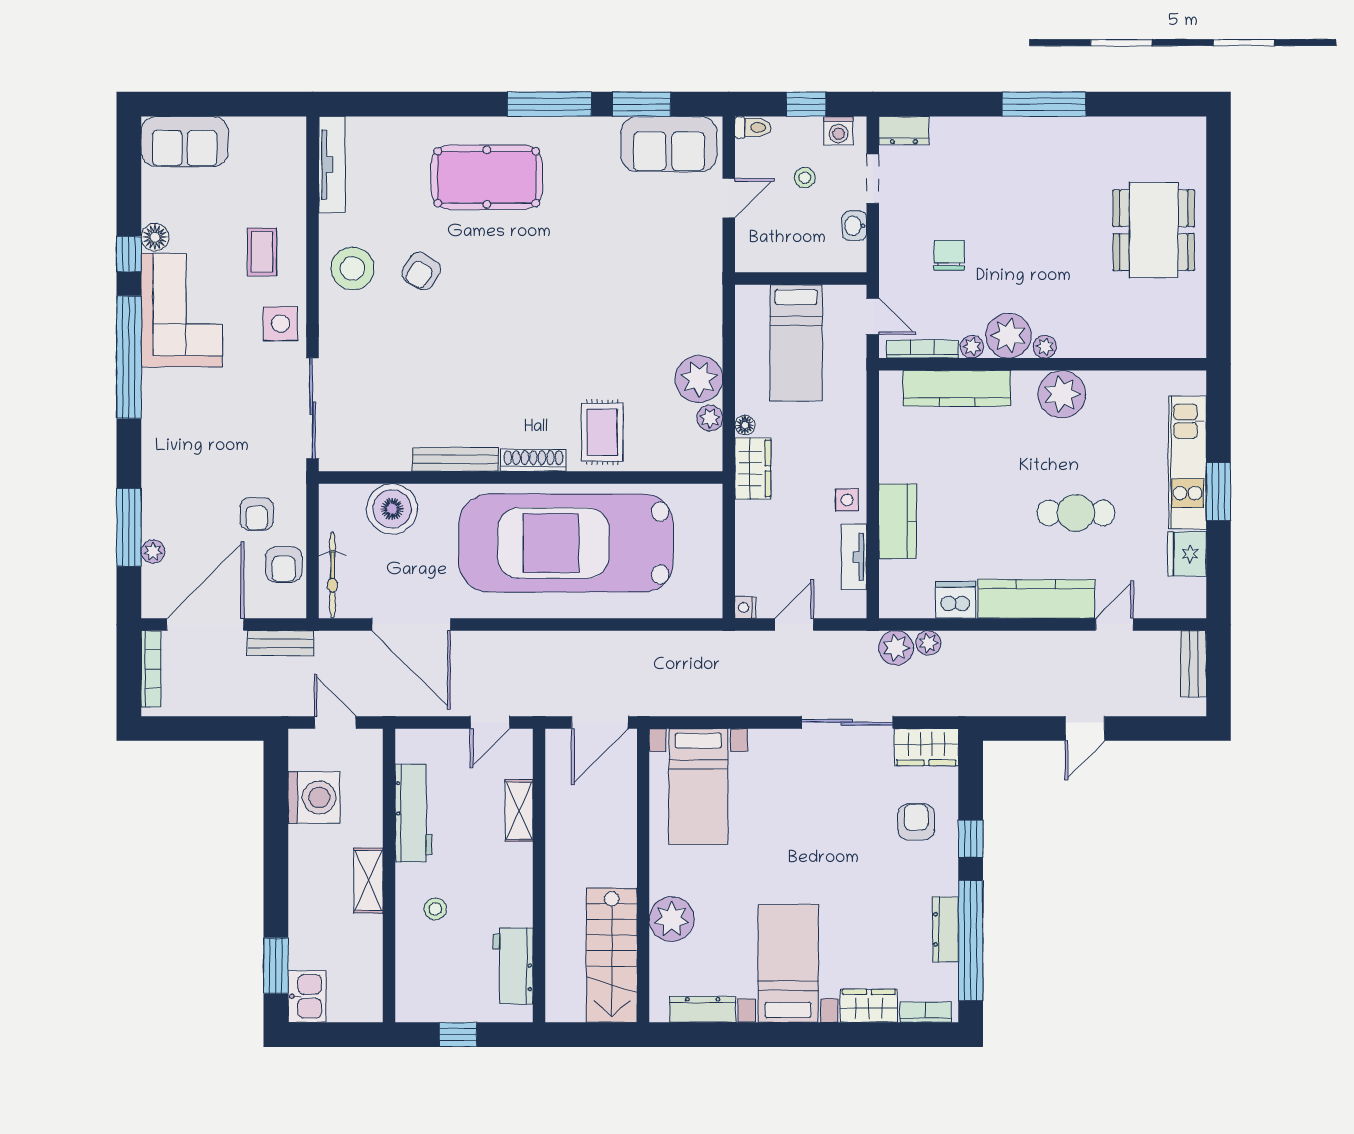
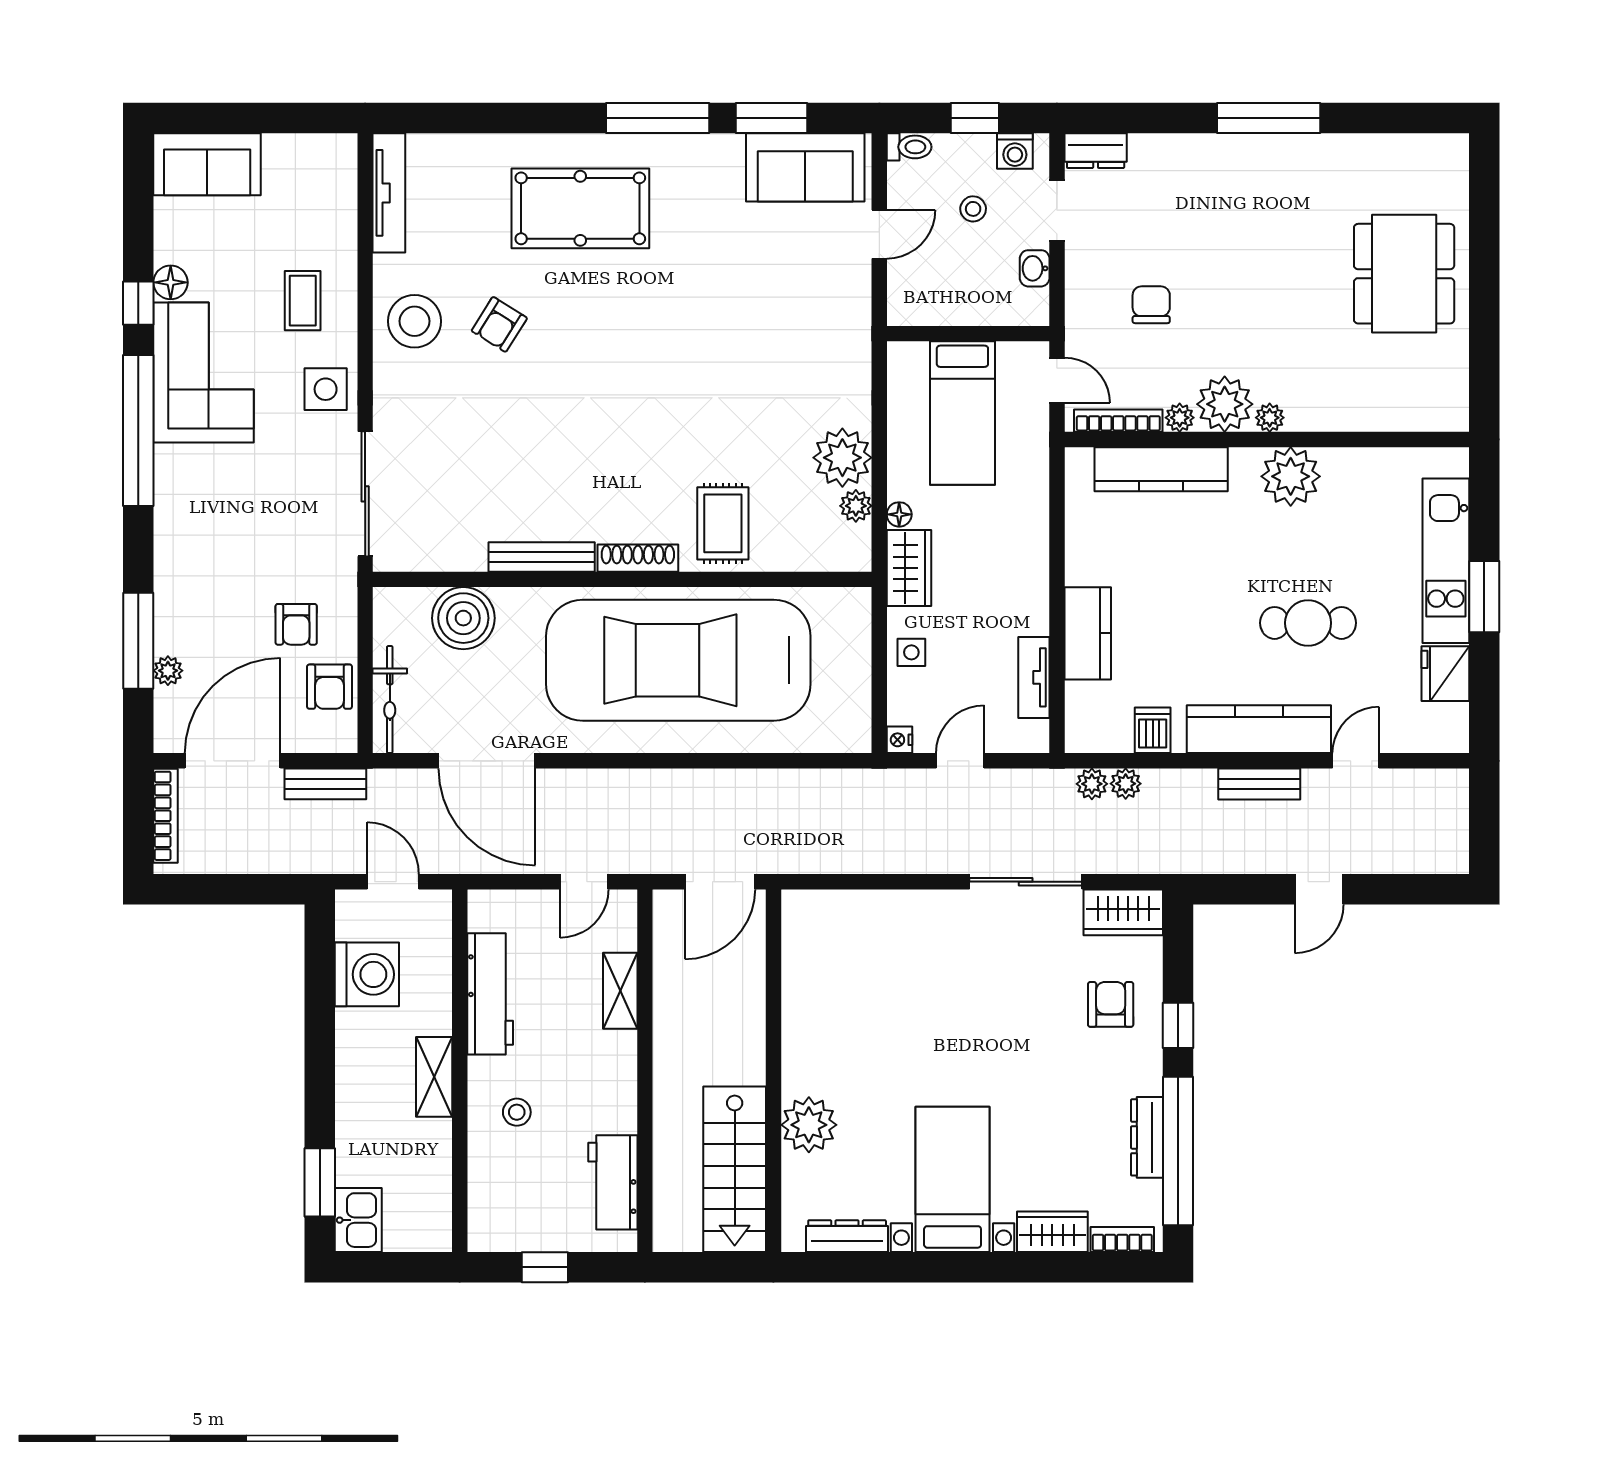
side table: (847, 500) -> (911, 652), moved
dishwasher: (956, 600) -> (1153, 730), width x0.73
plant: (896, 648) -> (1092, 784), width x0.73, depth x0.73
bench: (1194, 664) -> (1259, 784), moved, turned 90
bed with nightstands: (698, 787) -> (842, 961), removed

